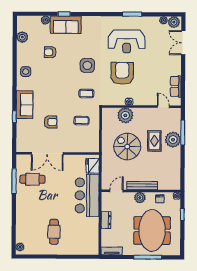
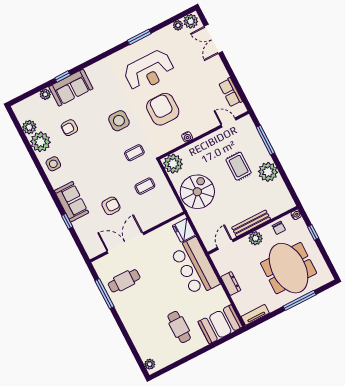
plant: (25, 51) -> (40, 142), added
plant: (125, 115) -> (173, 164), moved
plant: (173, 140) -> (268, 172), moved
spiral stairs: (127, 147) -> (197, 192), moved, turned 90
double door: (47, 153) -> (125, 243), swing flipped
booth: (84, 245) -> (220, 324), added

